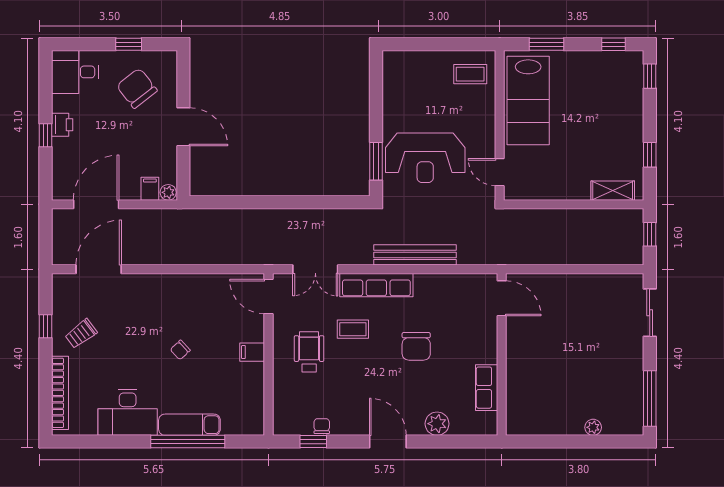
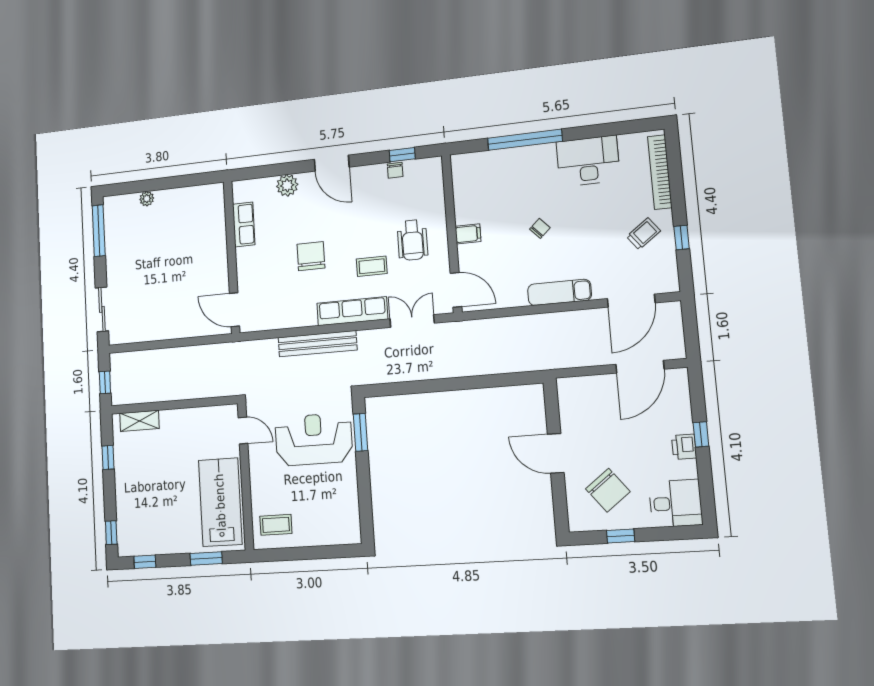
filing cabinet: (150, 189) -> (585, 387), removed
plant: (168, 192) -> (566, 385), removed
exam couch: (189, 425) -> (559, 292), moved, turned 180

